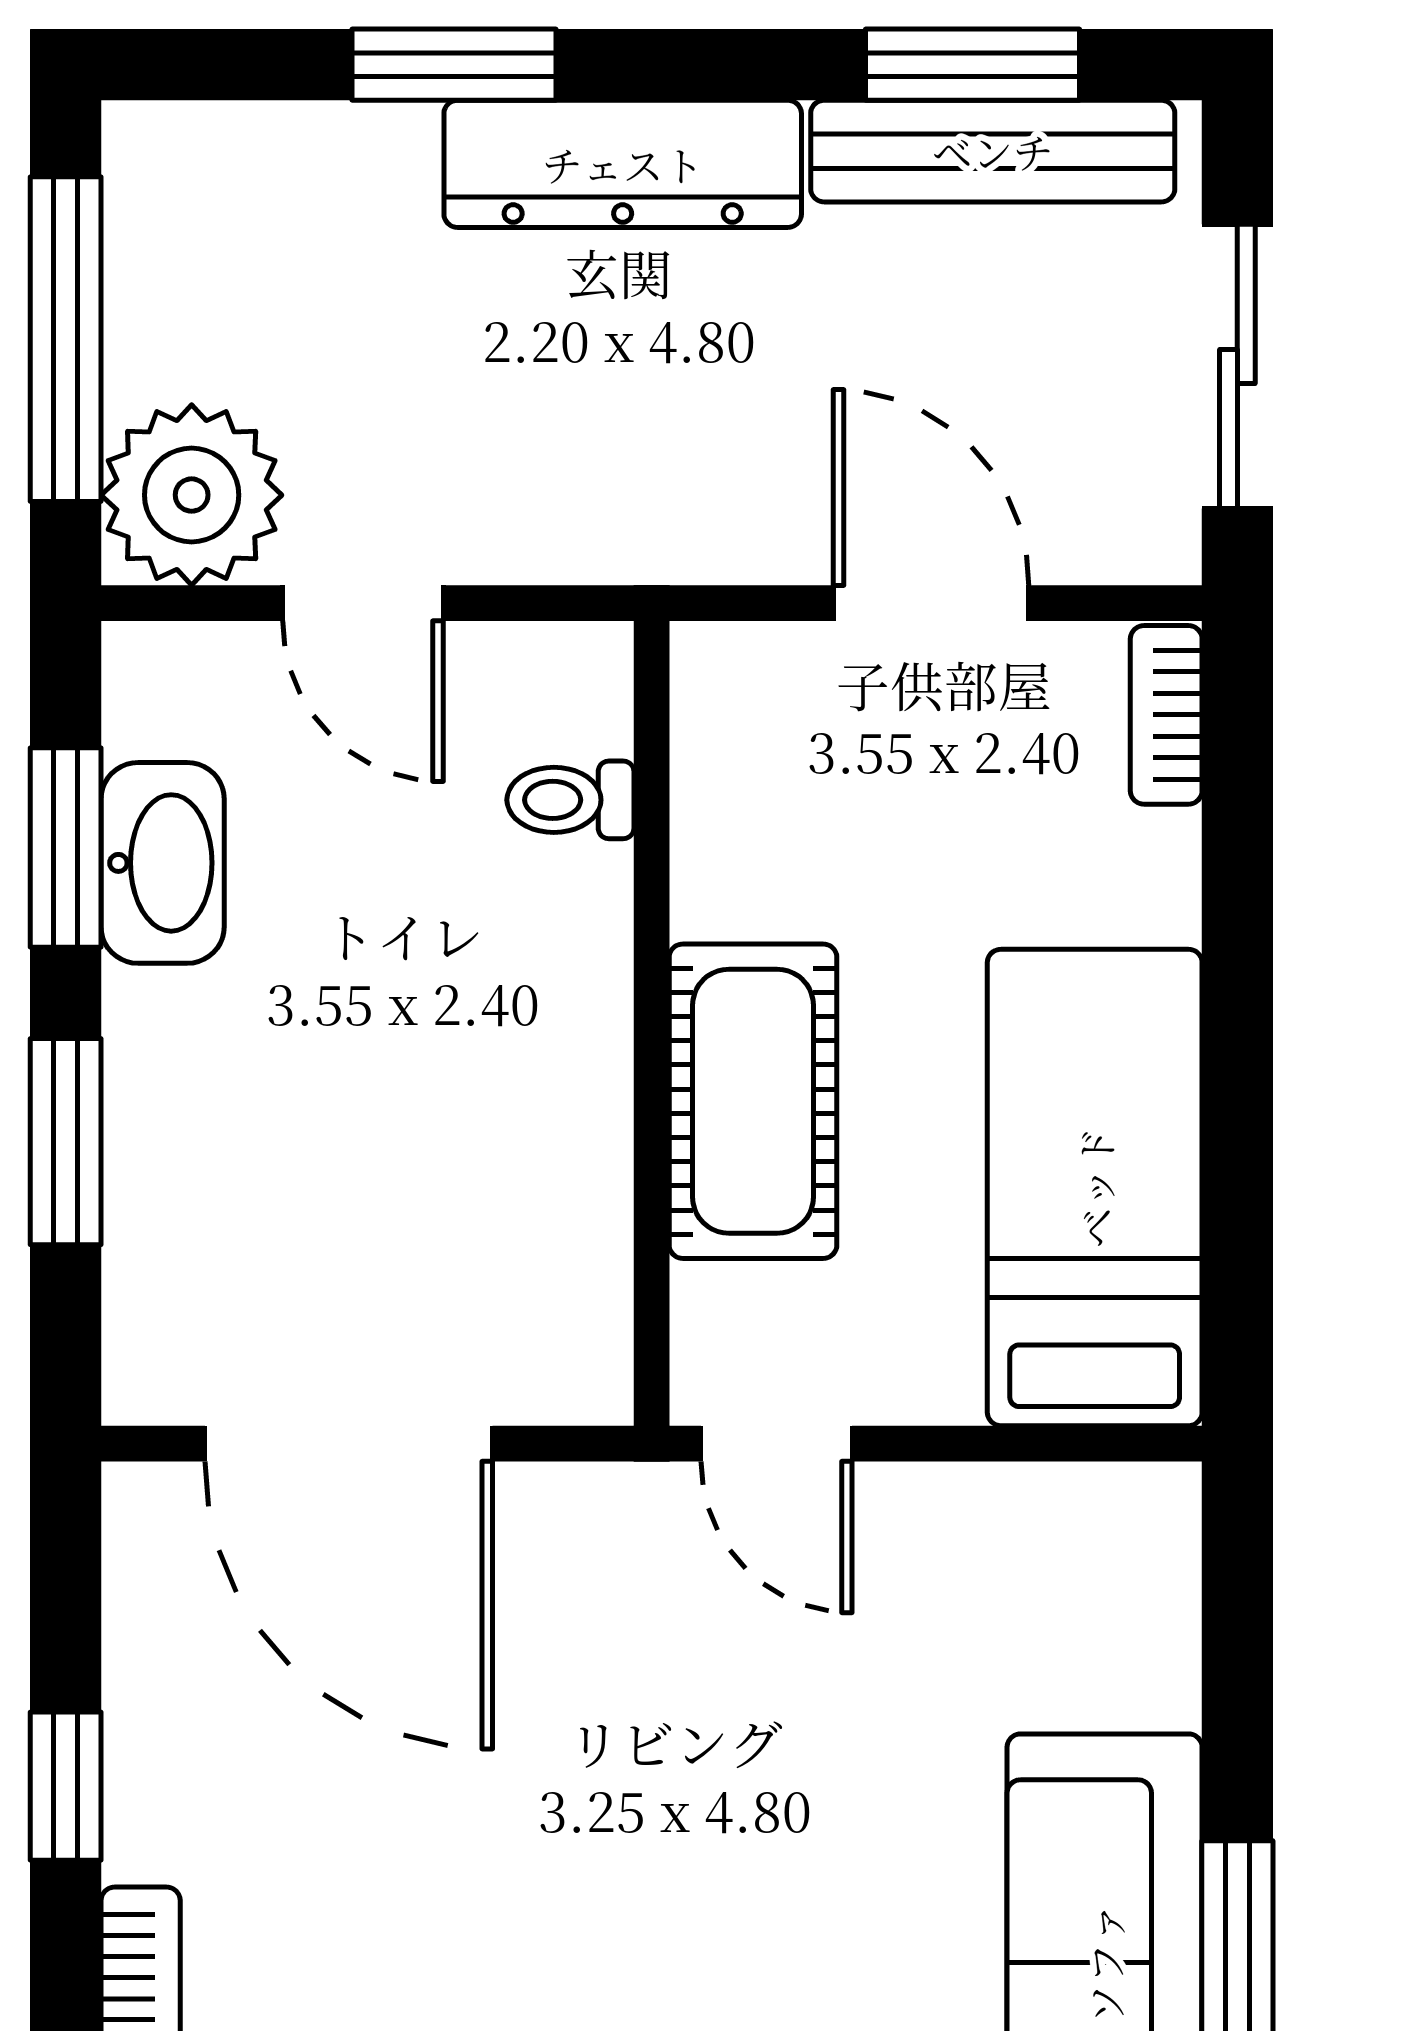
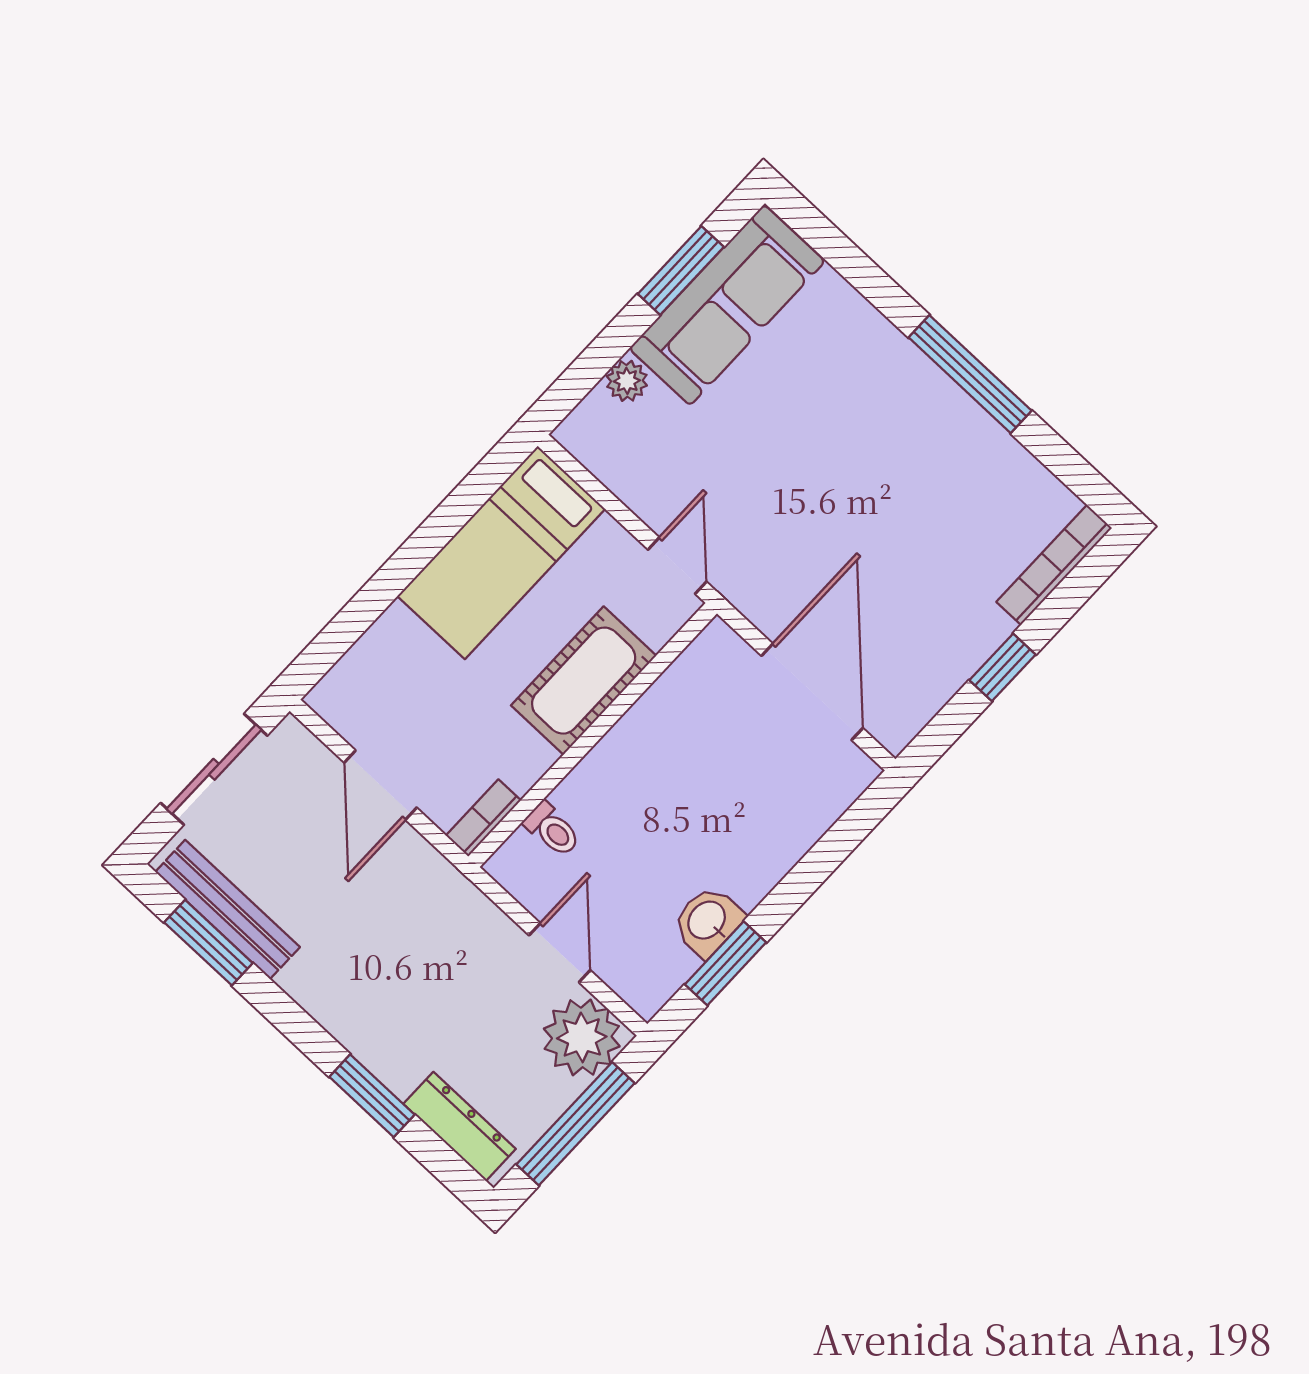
dresser: (623, 164) -> (460, 1126), moved, width x0.73, depth x0.80
bookcase: (1166, 715) -> (483, 818), moved, turned 180
washbasin: (163, 863) -> (708, 921), width x0.72
window: (66, 1142) -> (812, 871), removed
plant: (1154, 1676) -> (627, 381), added

